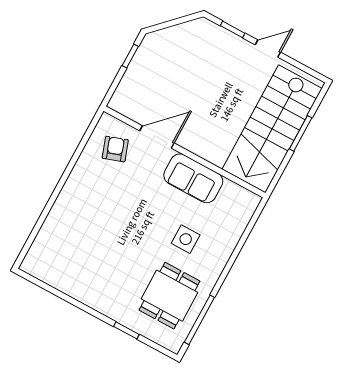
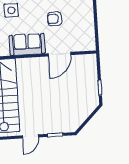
armchair: (115, 149) -> (55, 19), moved, turned 109

